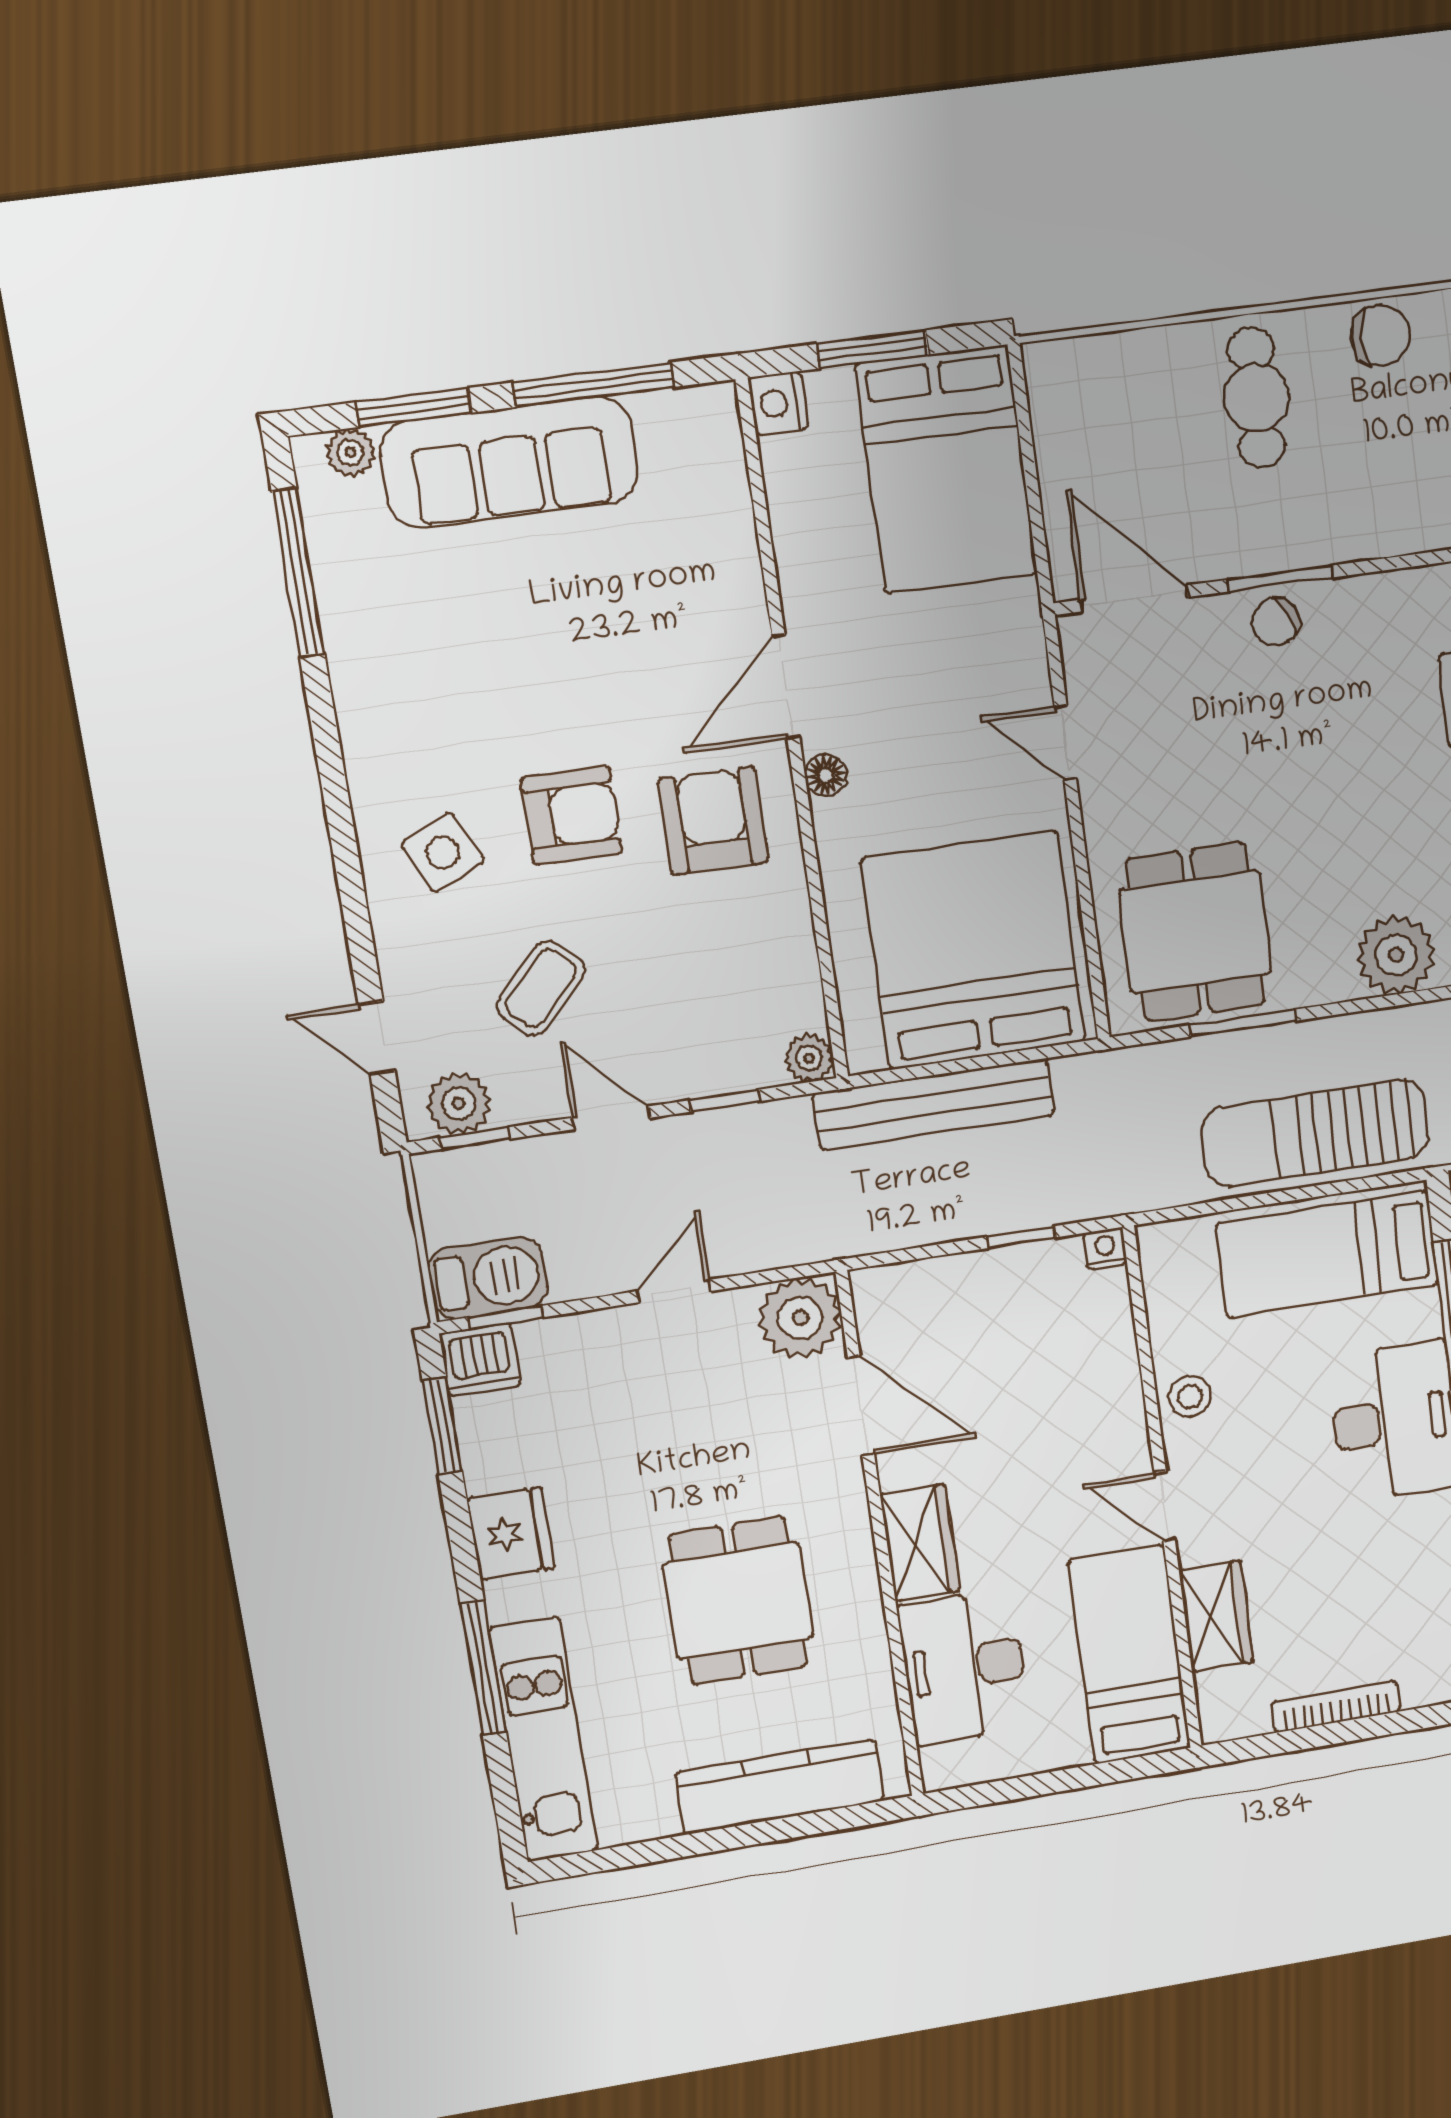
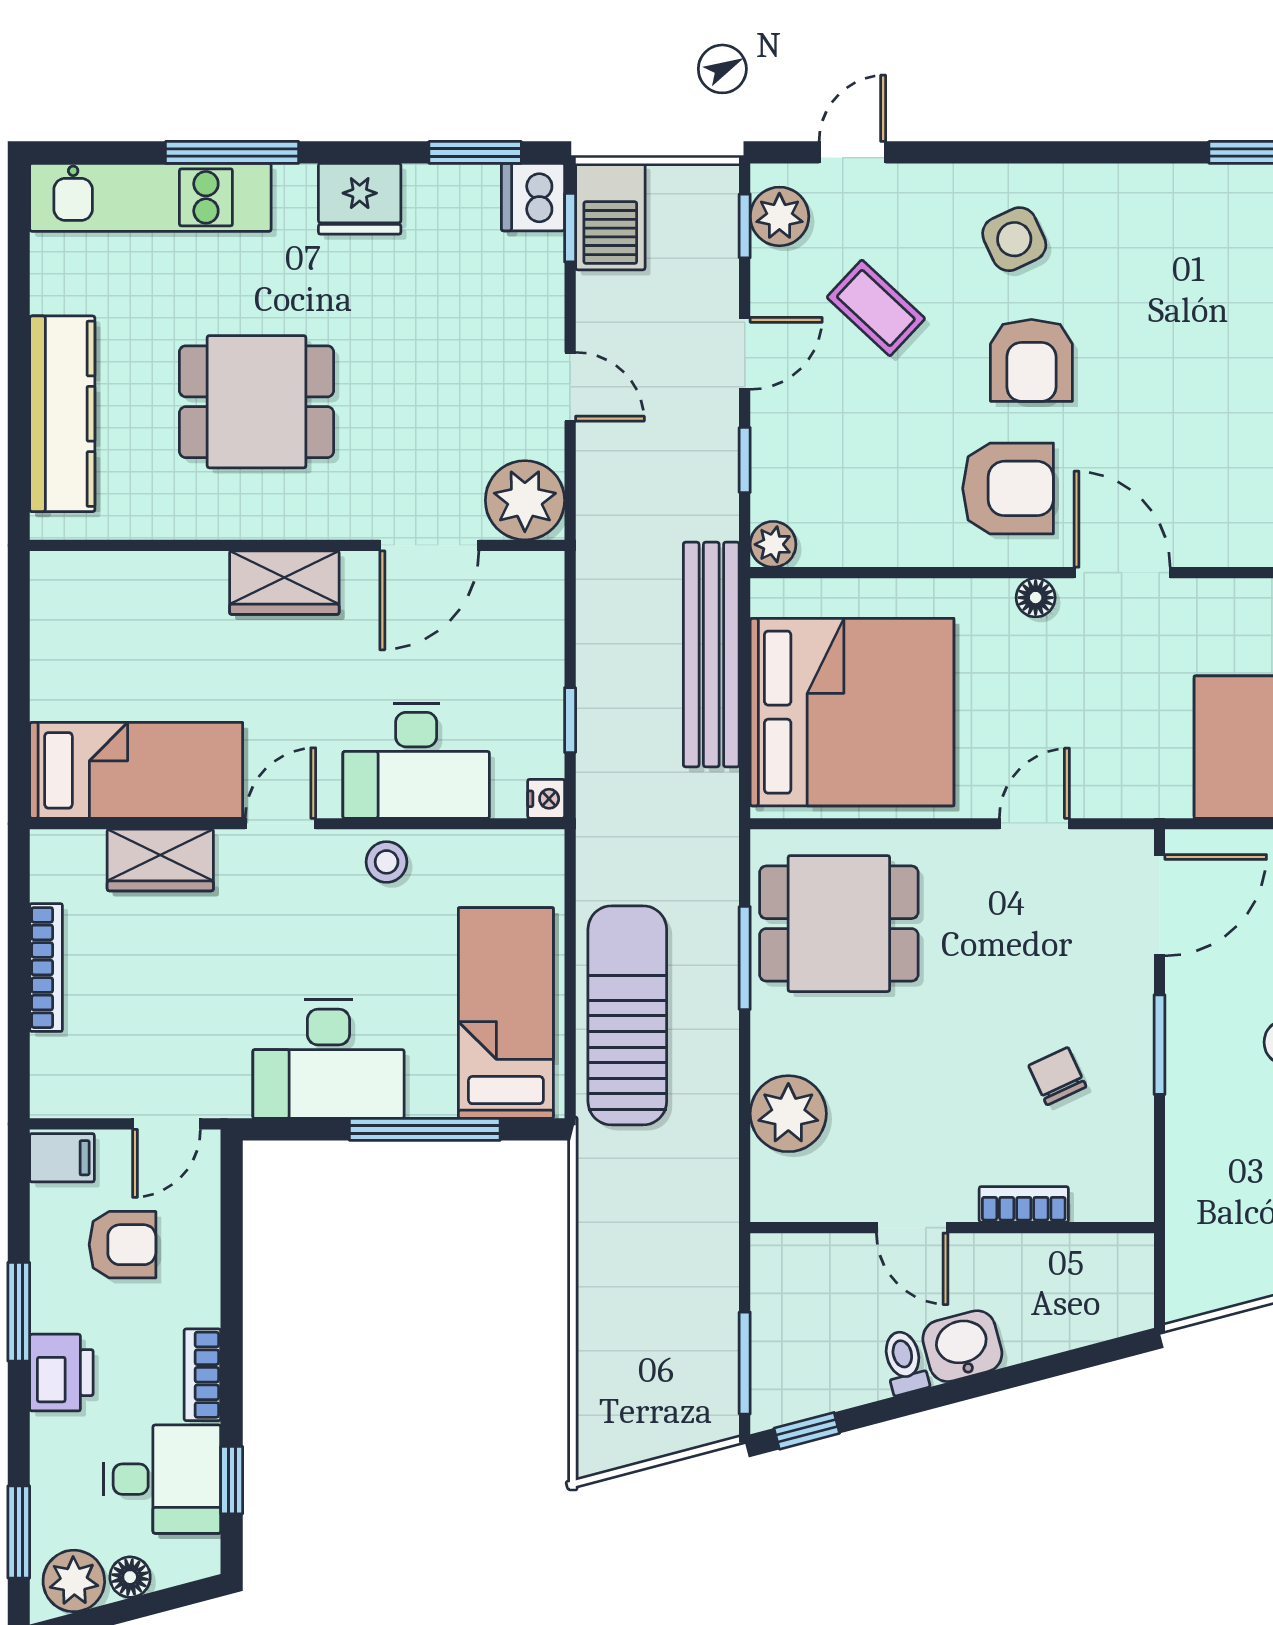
chair: (1276, 622) -> (1057, 1076), moved
desk: (965, 1667) -> (416, 761), moved, turned 180

